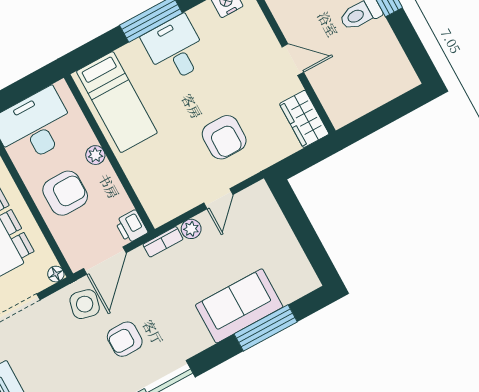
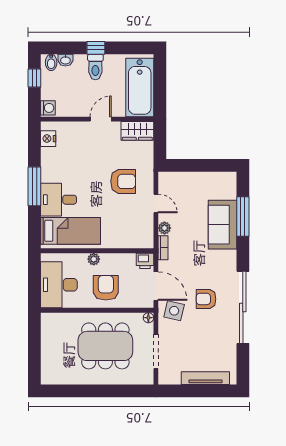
desk: (175, 49) -> (59, 200), moved
bathtub: (366, 90) -> (140, 87), added
armchair: (125, 339) -> (206, 299), turned 90

